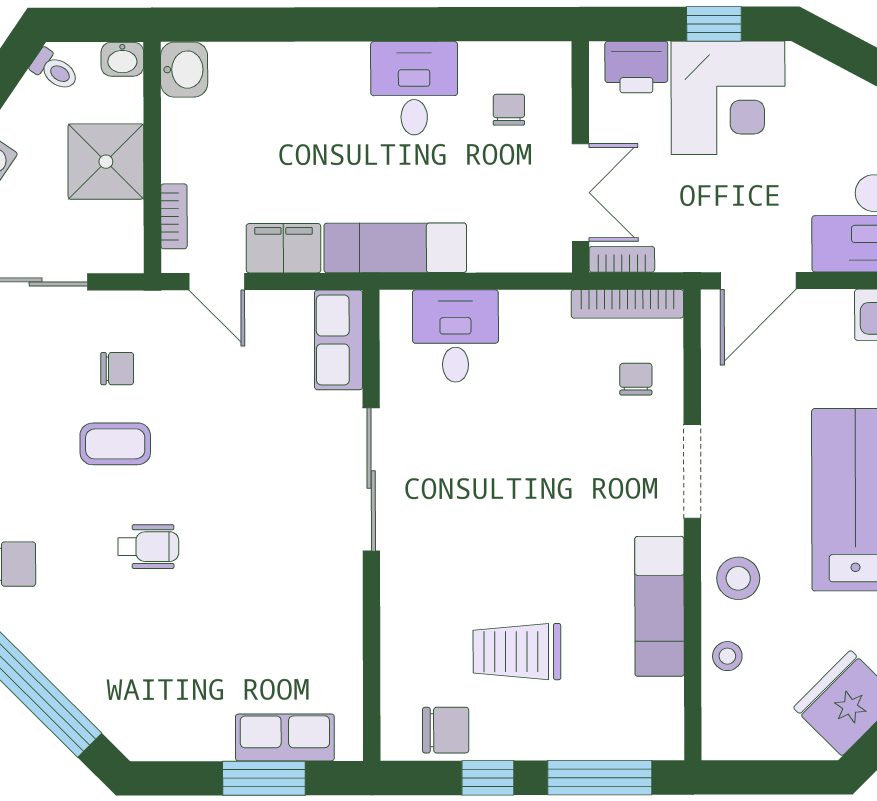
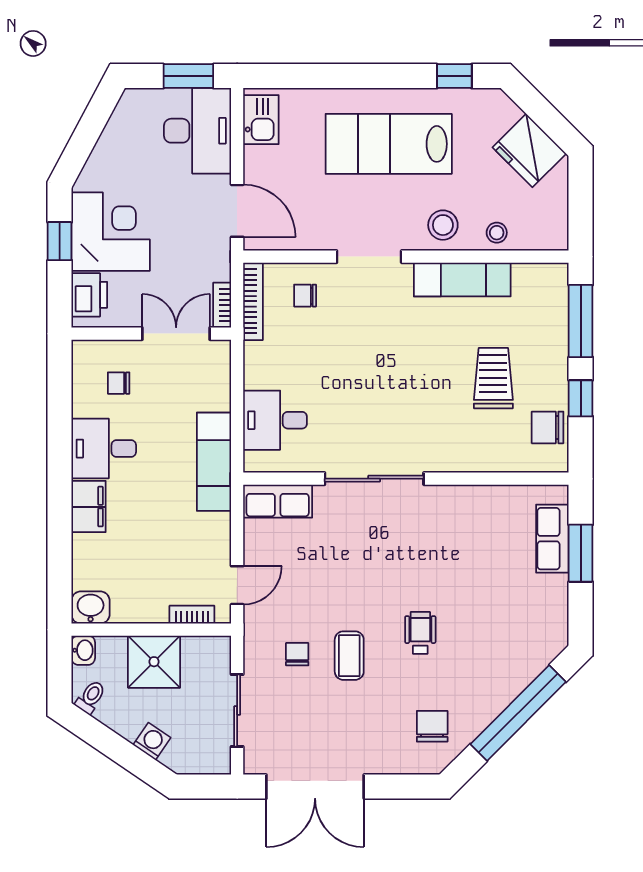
filing cabinet: (284, 248) -> (89, 507), moved, turned 180
trolley: (517, 652) -> (493, 378), turned 180
chair: (446, 730) -> (548, 427), turned -90

